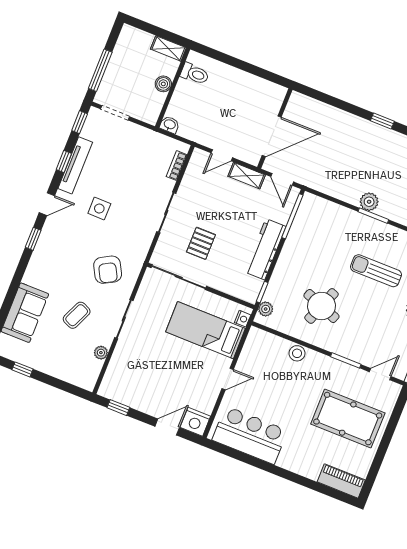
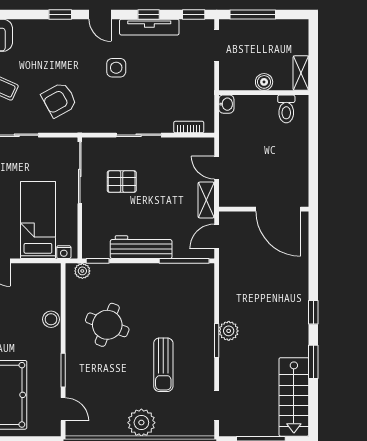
door: (272, 136) -> (278, 209), moved
sun lounger: (376, 271) -> (163, 365), turned 180

